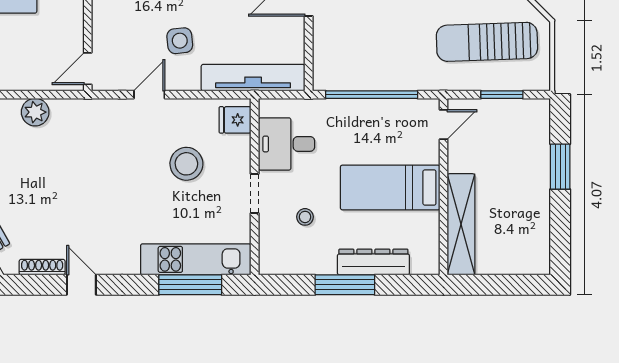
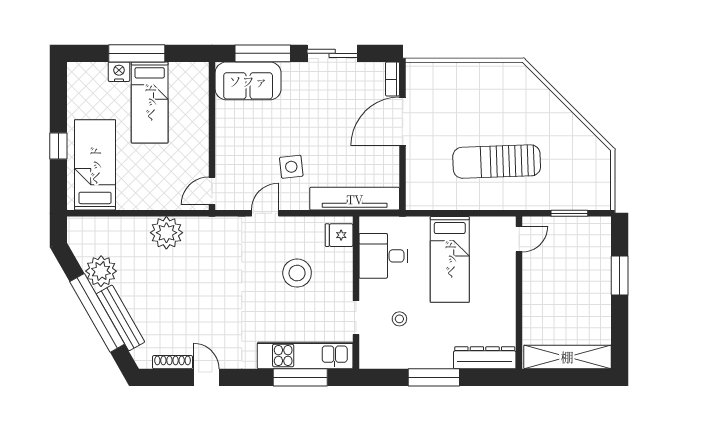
sun lounger: (487, 42) -> (497, 162), moved
window: (372, 95) -> (457, 213), removed
plant: (35, 112) -> (166, 233), width x1.36, depth x1.36
bed: (390, 187) -> (450, 259), moved, turned -90
doorway: (255, 193) -> (356, 318), moved
shelving: (461, 224) -> (567, 357), moved, turned 90
dresser: (373, 262) -> (485, 358), moved

